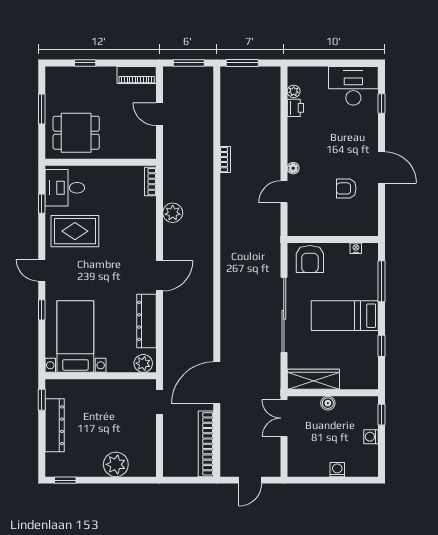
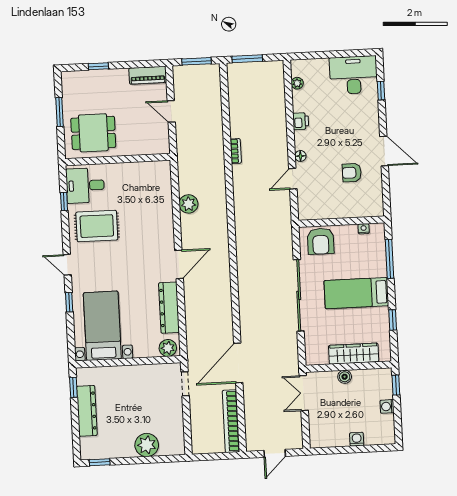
printer: (295, 108) -> (301, 121), moved
bookcase: (150, 182) -> (166, 175), removed
wardrobe: (313, 379) -> (354, 354), moved

